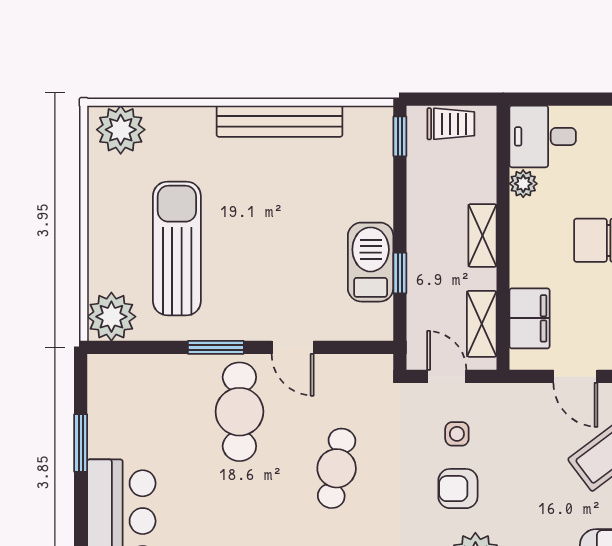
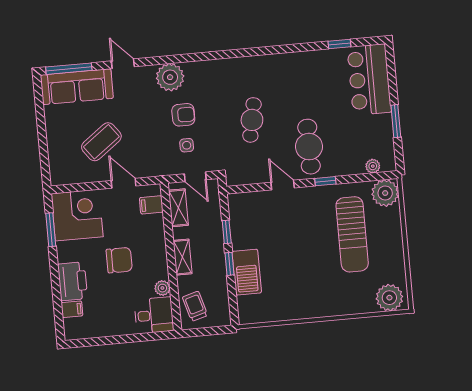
bench: (279, 121) -> (301, 310), removed
trolley: (451, 124) -> (195, 306), moved, turned 74
window: (400, 136) -> (230, 264), moved
barbecue: (371, 262) -> (247, 272), moved
filing cabinet: (530, 318) -> (151, 205), width x0.50
window: (216, 347) -> (325, 181), width x0.67
plant: (129, 367) -> (373, 166), added

